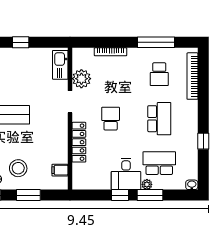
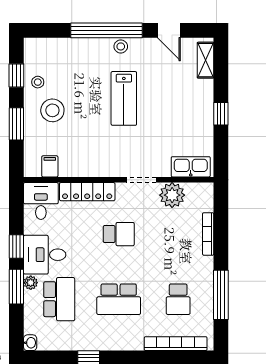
school desk: (159, 74) -> (178, 299), turned -90
desk: (86, 177) -> (41, 201), added

